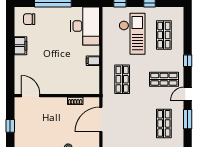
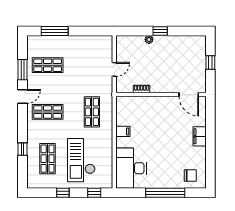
filing cabinet: (20, 46) -> (200, 136), moved
window: (188, 61) -> (22, 149), moved
door: (101, 119) -> (114, 69), width x0.53
shop shelf: (164, 123) -> (48, 65), turned 90

